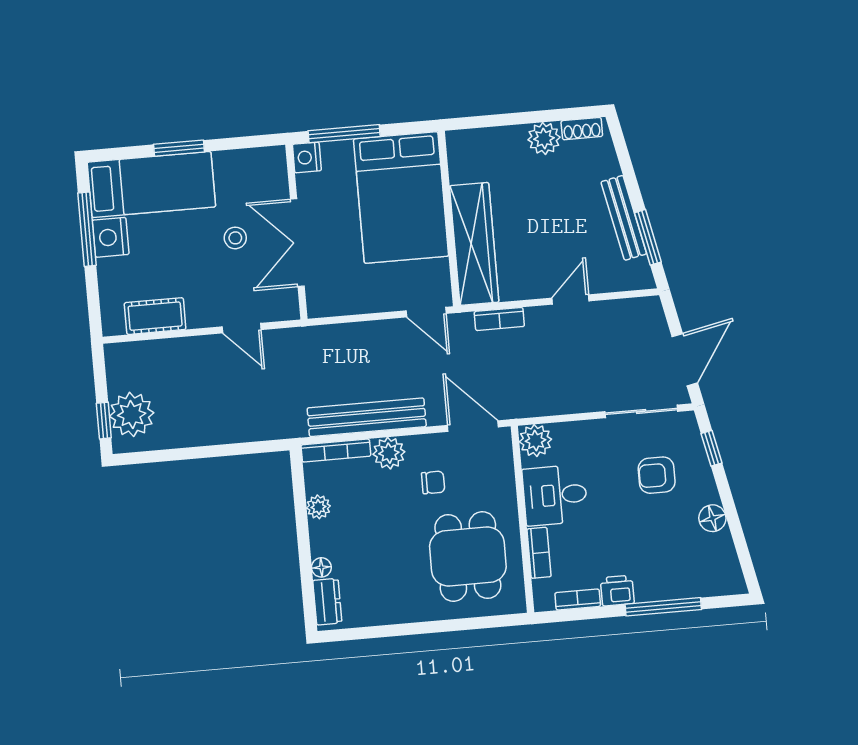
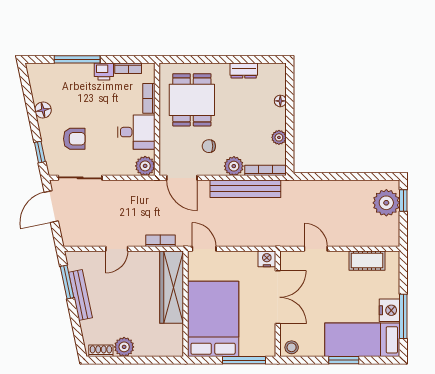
nightstand: (307, 157) -> (267, 259), moved, turned -90
stool: (235, 238) -> (292, 347), moved
dresser: (327, 602) -> (244, 71), moved, turned -90

